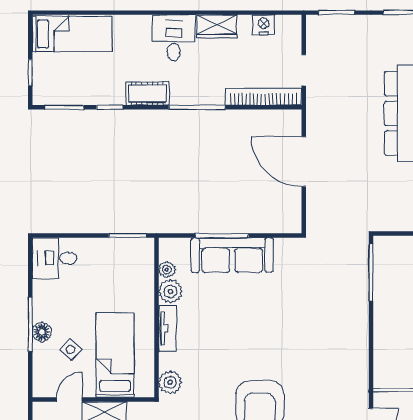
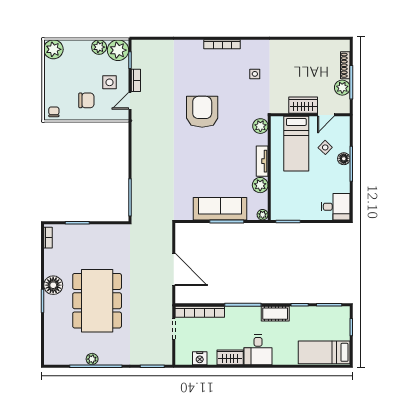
plant: (167, 270) -> (263, 215), moved

